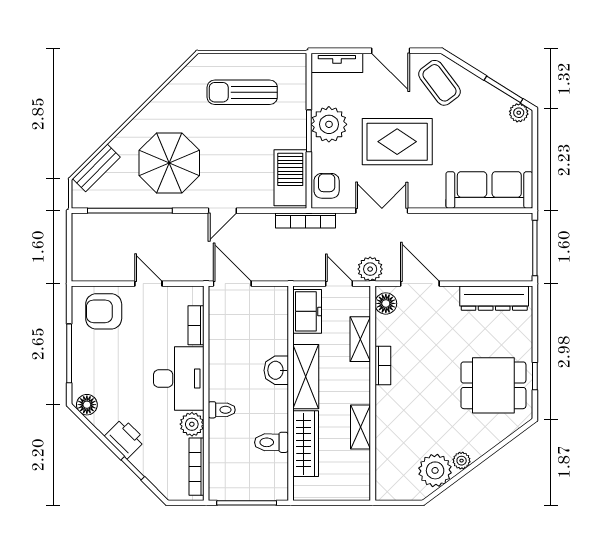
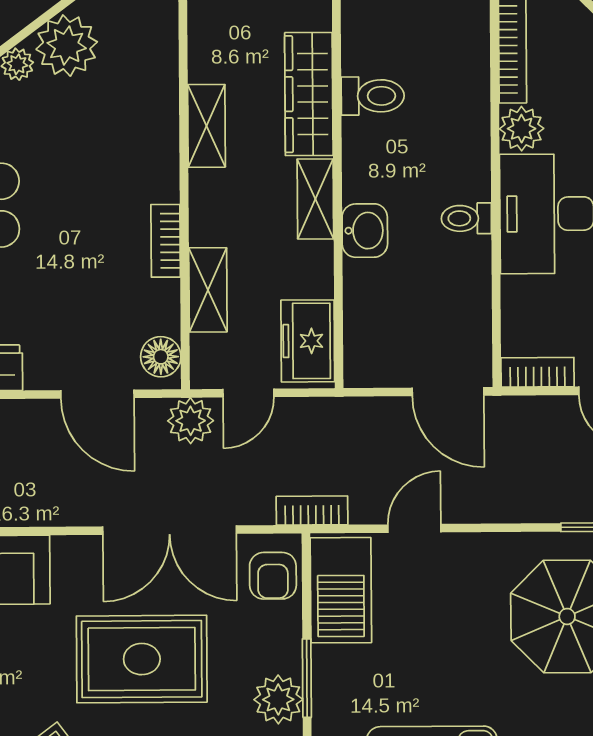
plant: (329, 124) -> (278, 699), width x0.73, depth x0.73
door: (222, 211) -> (414, 528), moved
double door: (382, 211) -> (170, 530), width x1.37
bookcase: (305, 221) -> (312, 511), width x0.64
door: (339, 284) -> (248, 393), hinge flipped
bookcase: (196, 325) -> (537, 372), moved, turned -90
shelving: (306, 377) -> (315, 199), width x0.67, depth x0.75
toilet: (222, 410) -> (466, 218), moved

